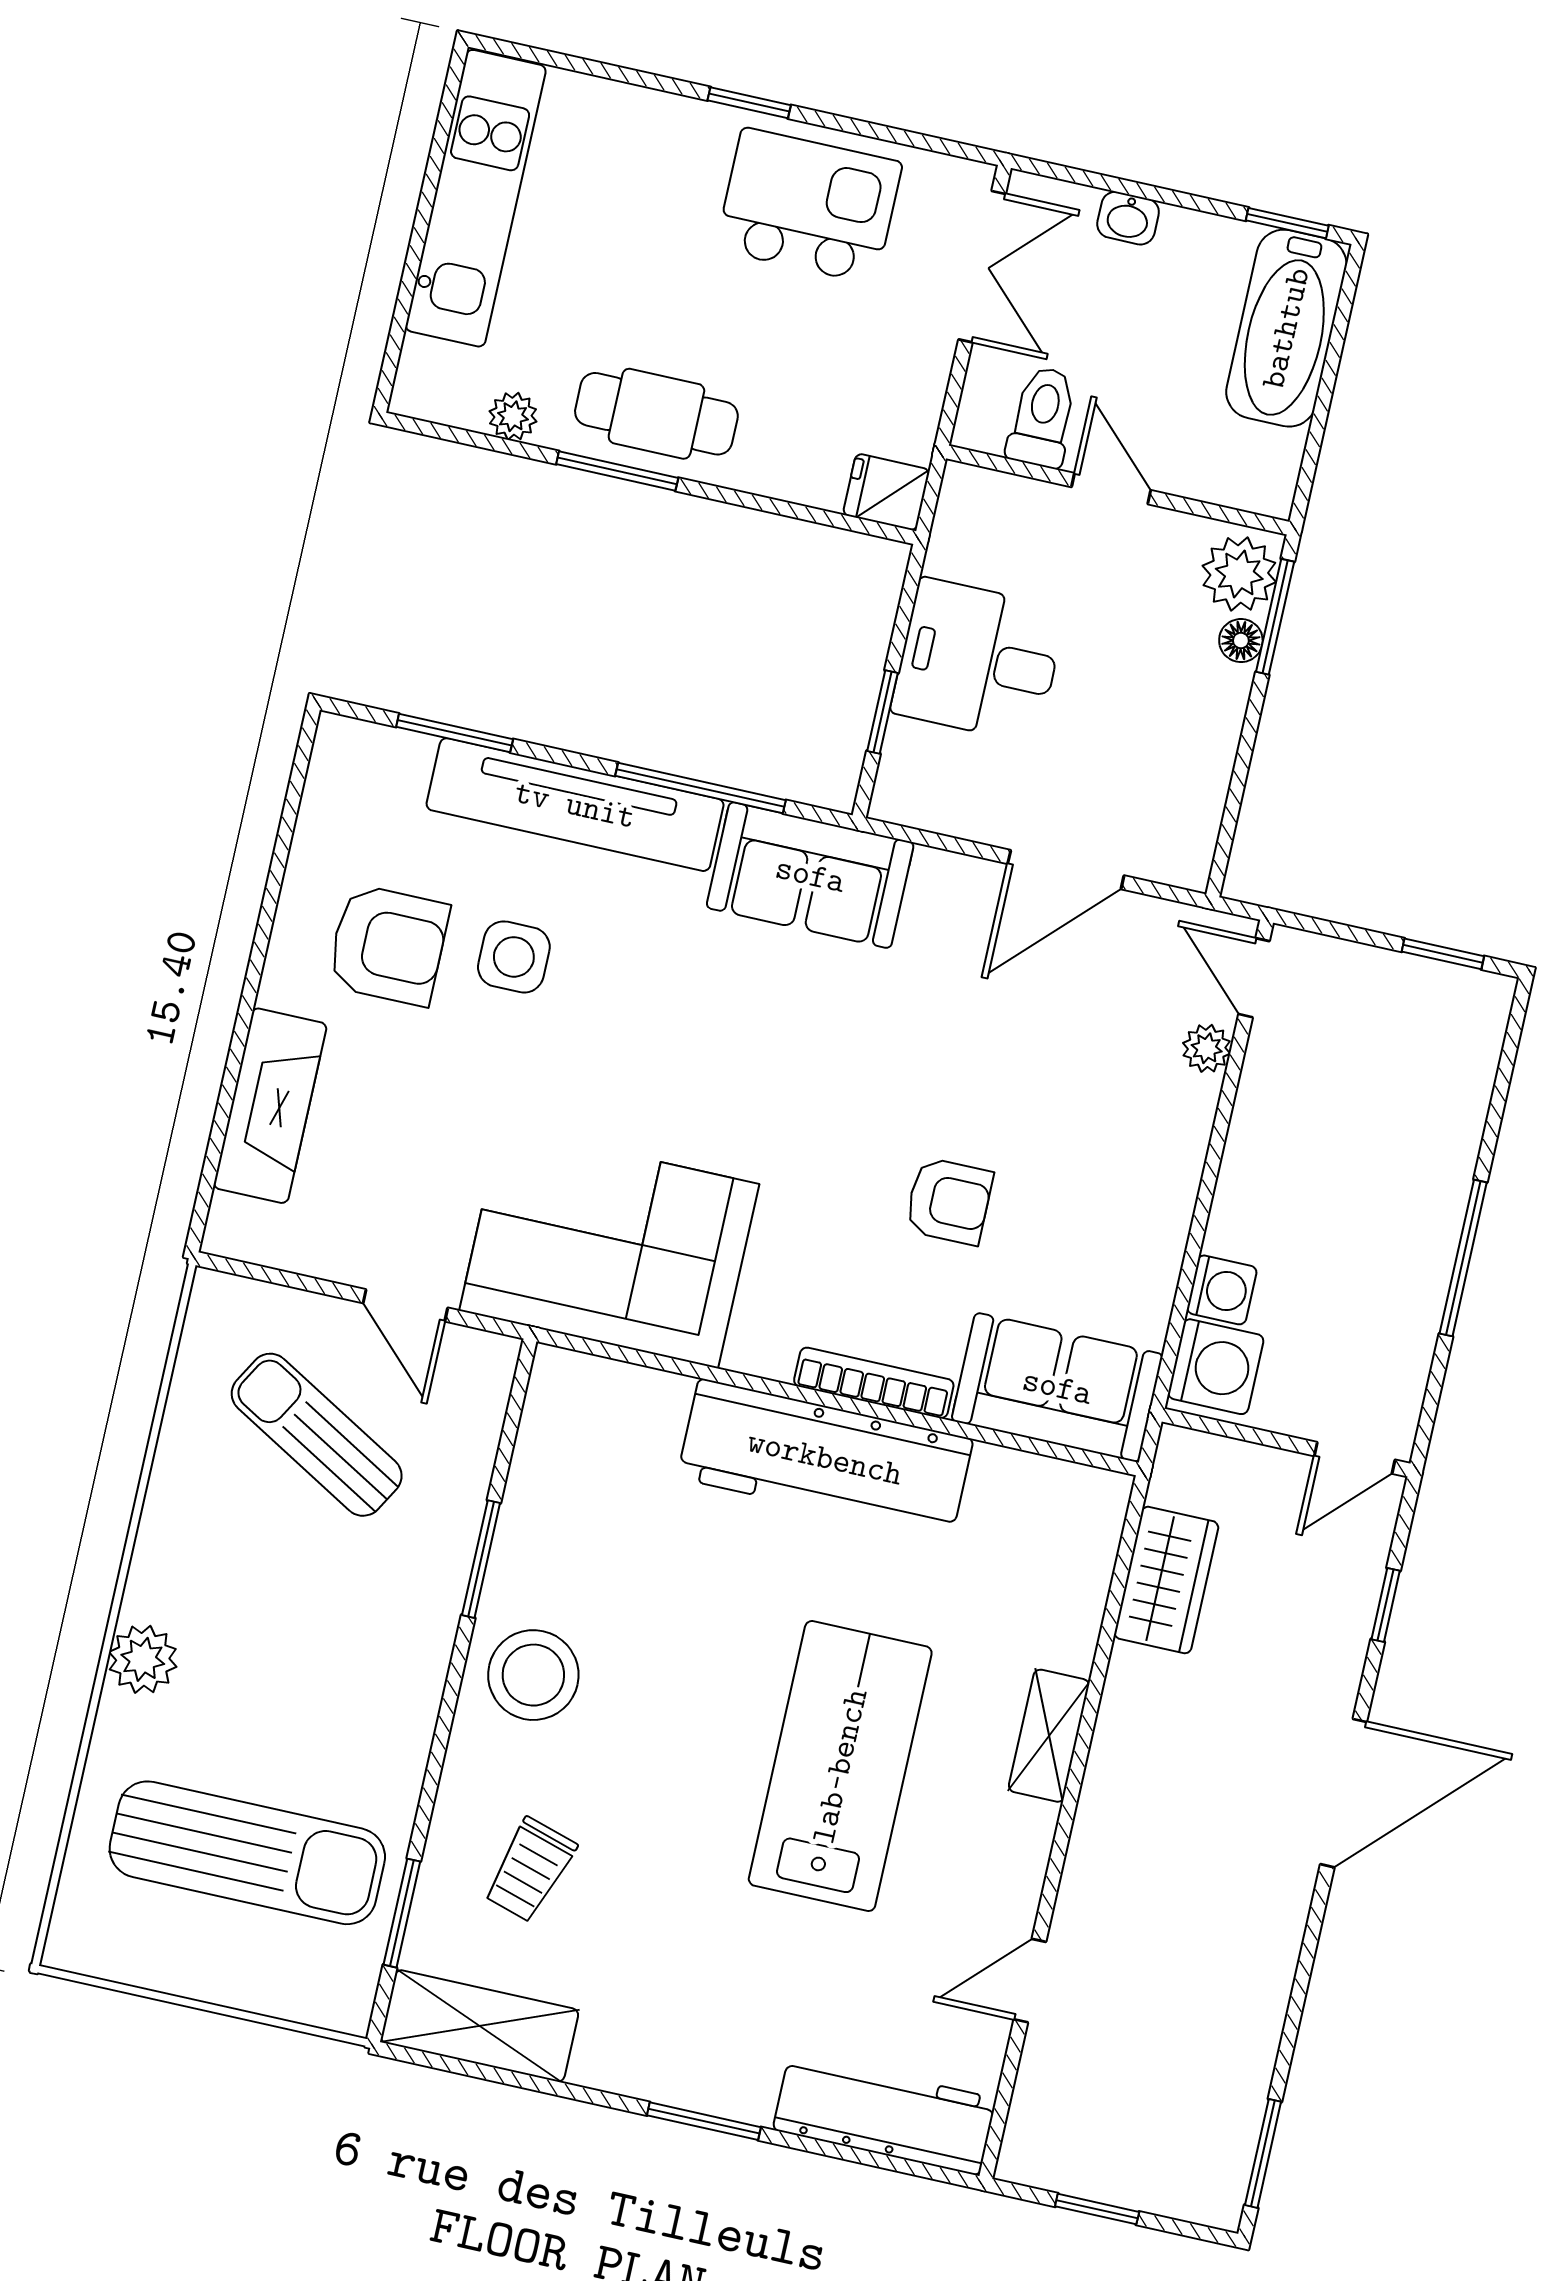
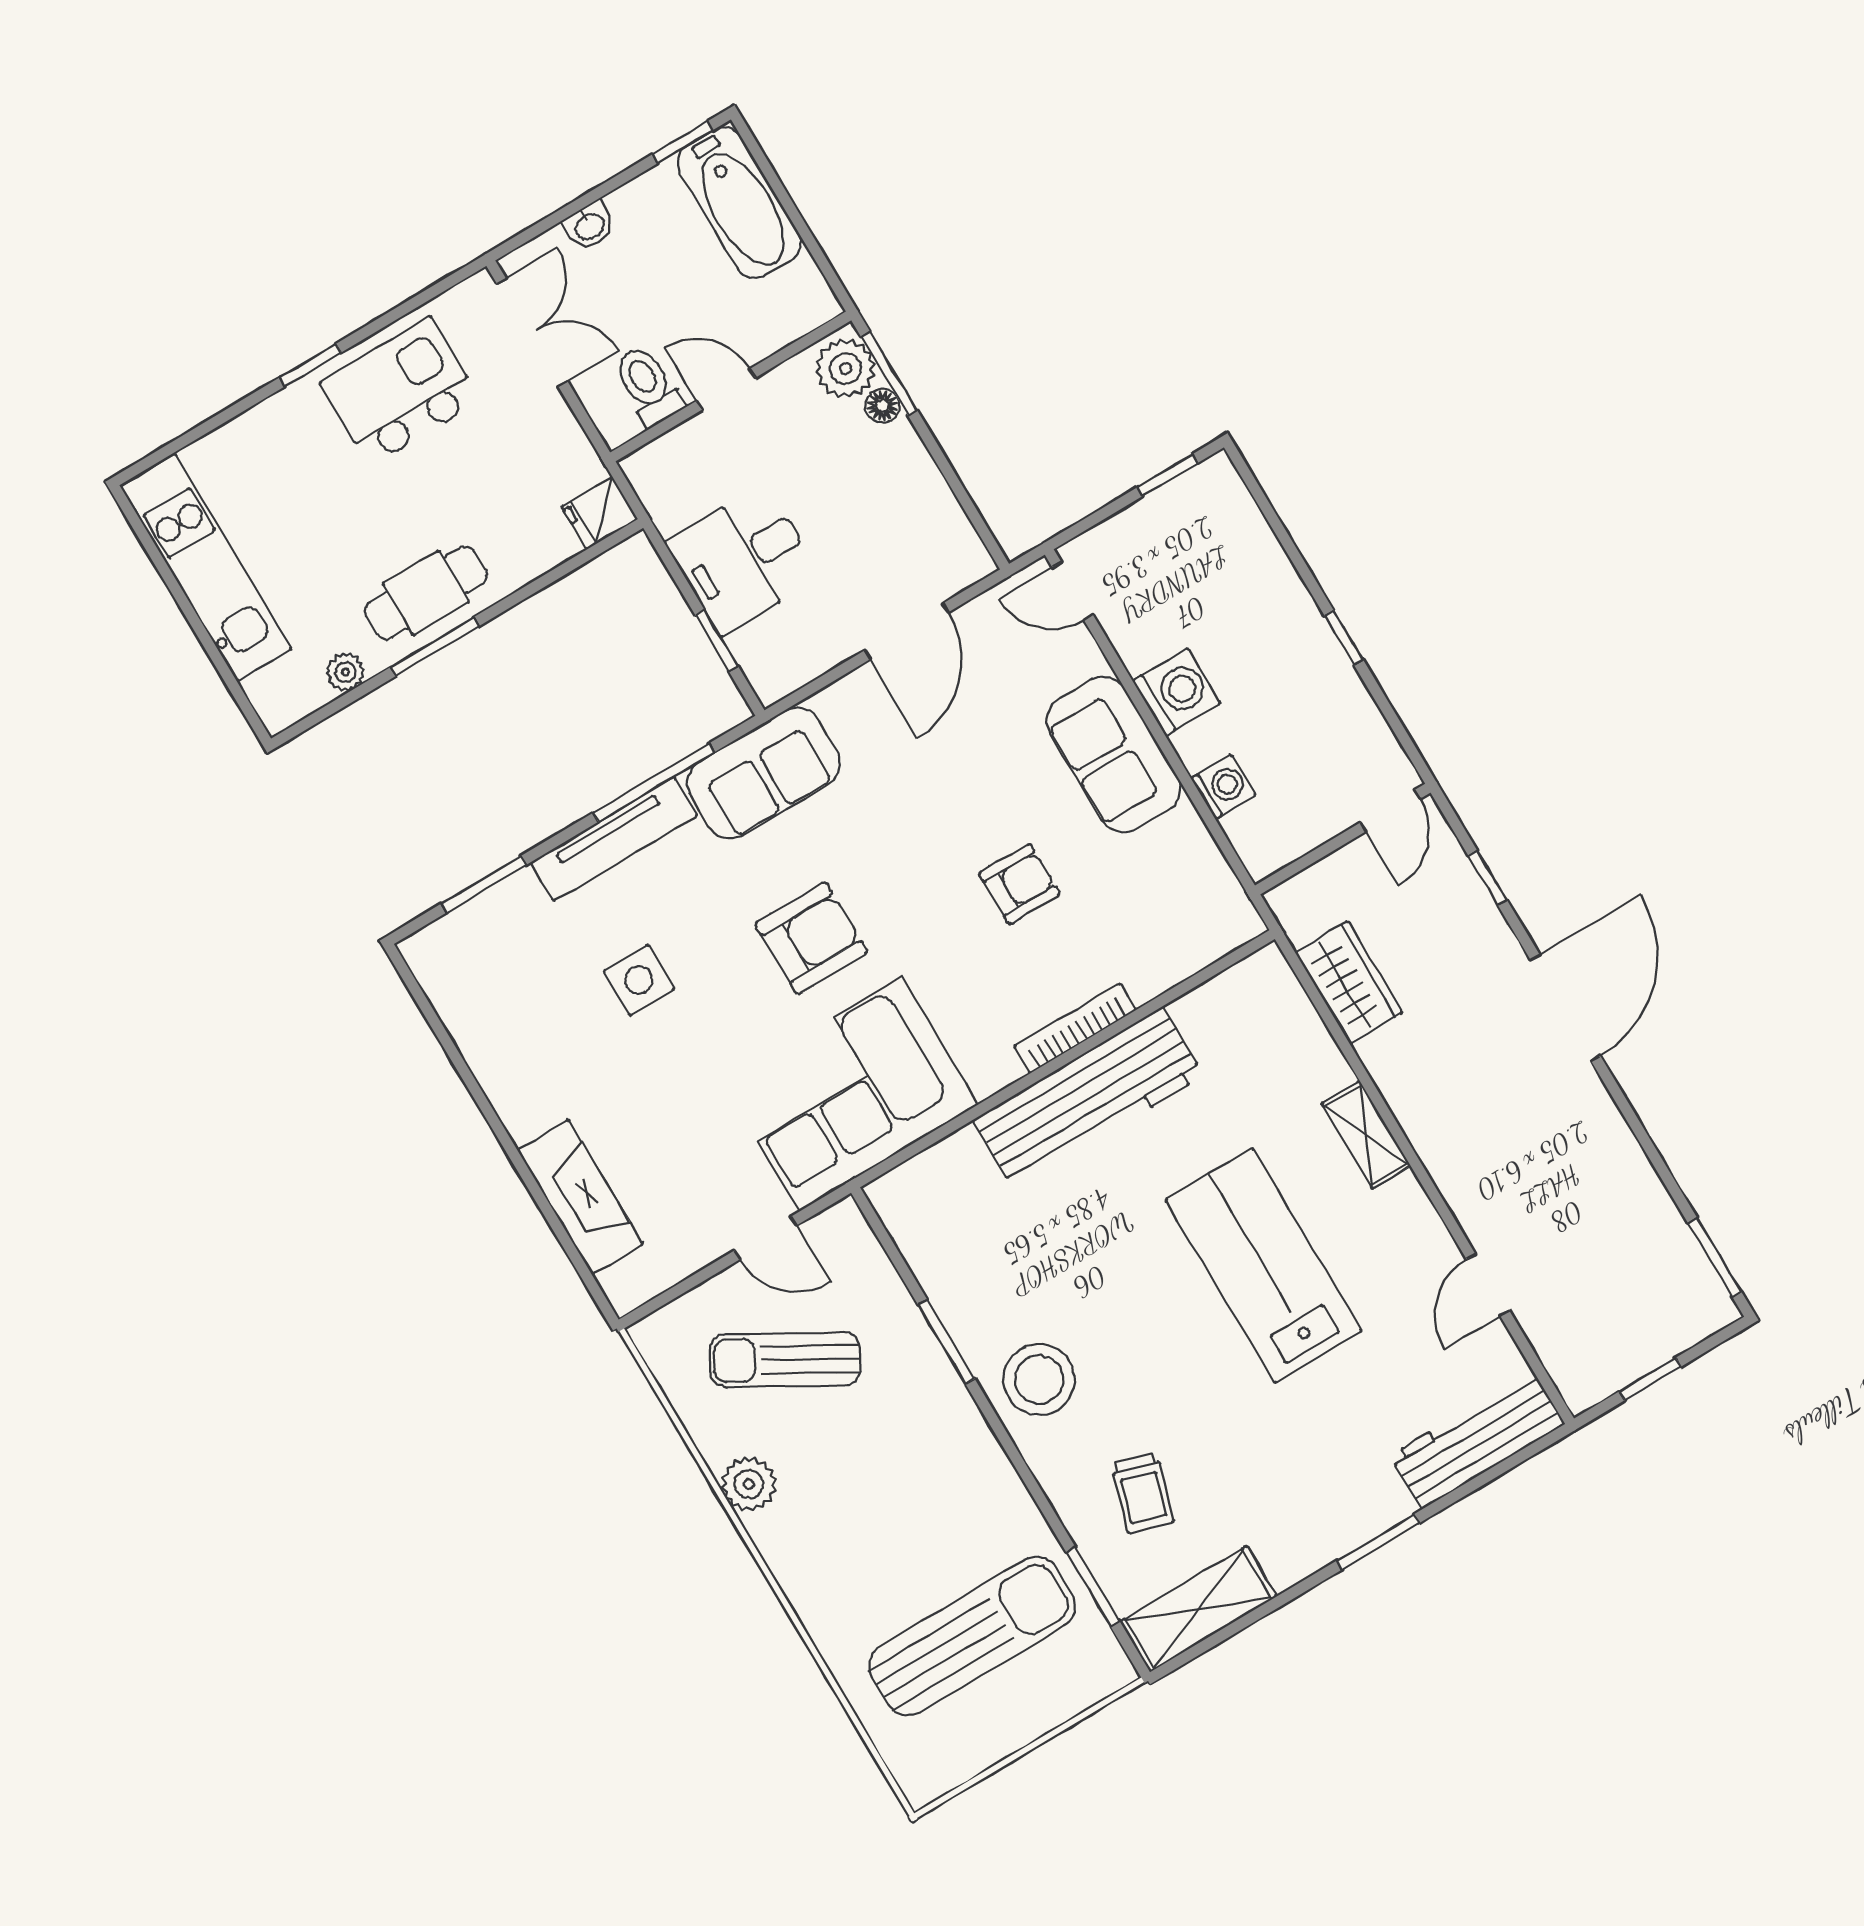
tv unit: (575, 805) -> (614, 839), width x0.73, depth x0.78
armchair: (388, 945) -> (811, 938), moved
plant: (1207, 1048) -> (1084, 657), removed
window: (1463, 1258) -> (1344, 638), width x0.46
washing machine: (1216, 1367) -> (1177, 692), moved
sofa: (1057, 1387) -> (1114, 755), moved, turned -90
plant: (143, 1659) -> (749, 1484), moved

